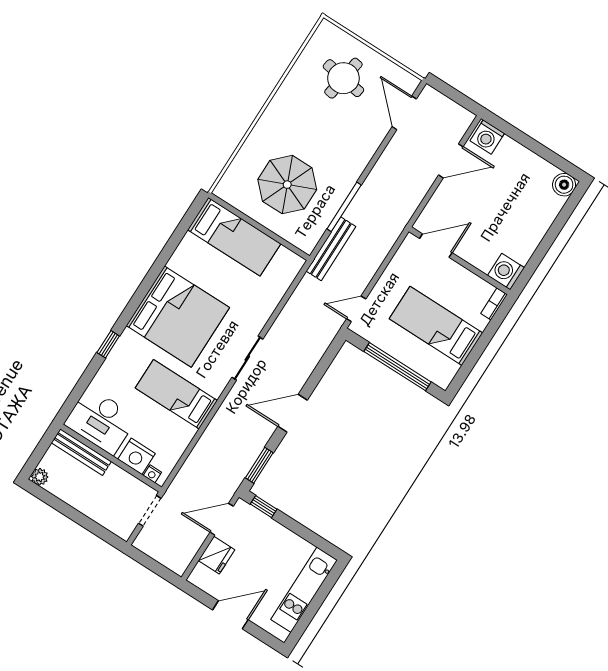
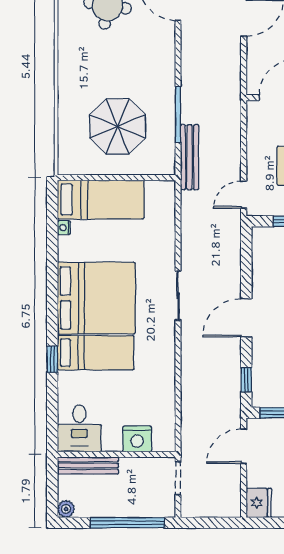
bed: (176, 394) -> (96, 353), moved, turned 180
desk: (101, 421) -> (79, 428), width x0.73
window: (259, 465) -> (246, 380), width x0.67
nightstand: (152, 474) -> (64, 228), moved, turned 90
window: (84, 521) -> (127, 523), added
fridge: (217, 555) -> (259, 503), moved

